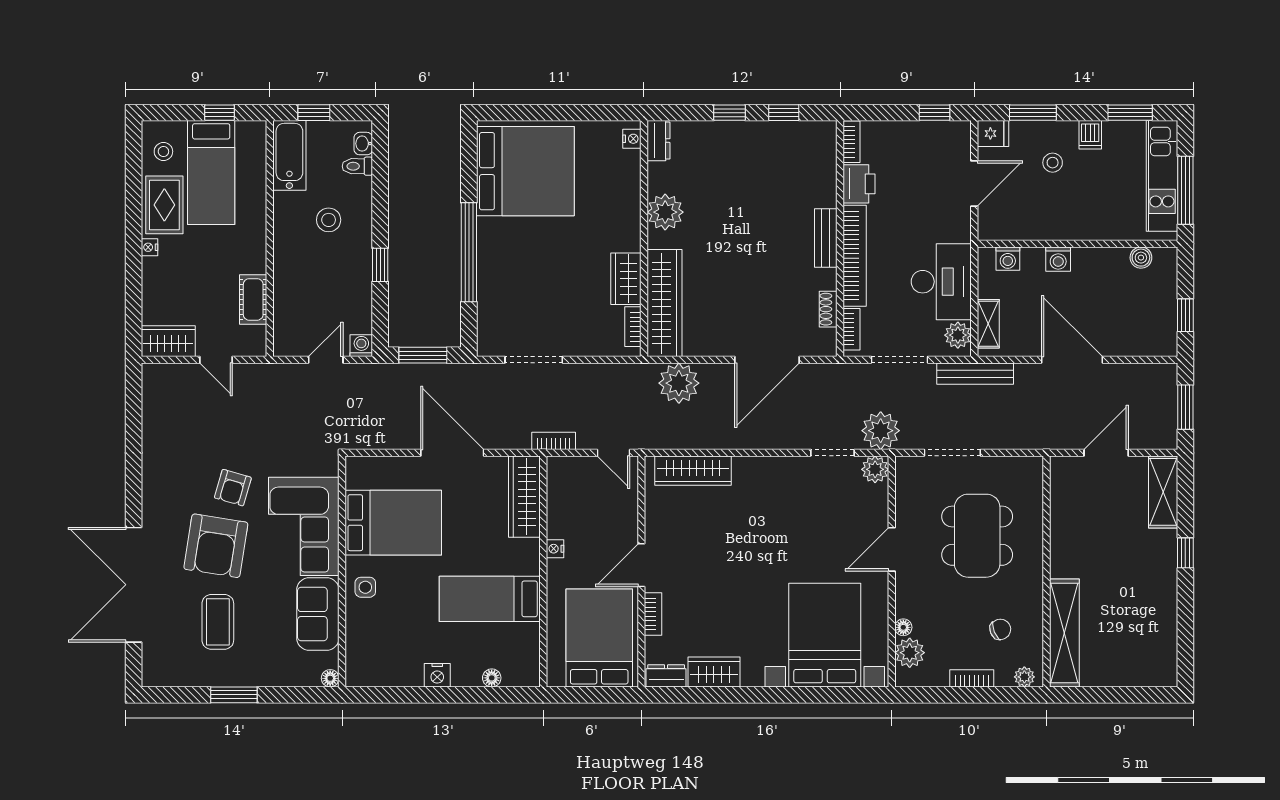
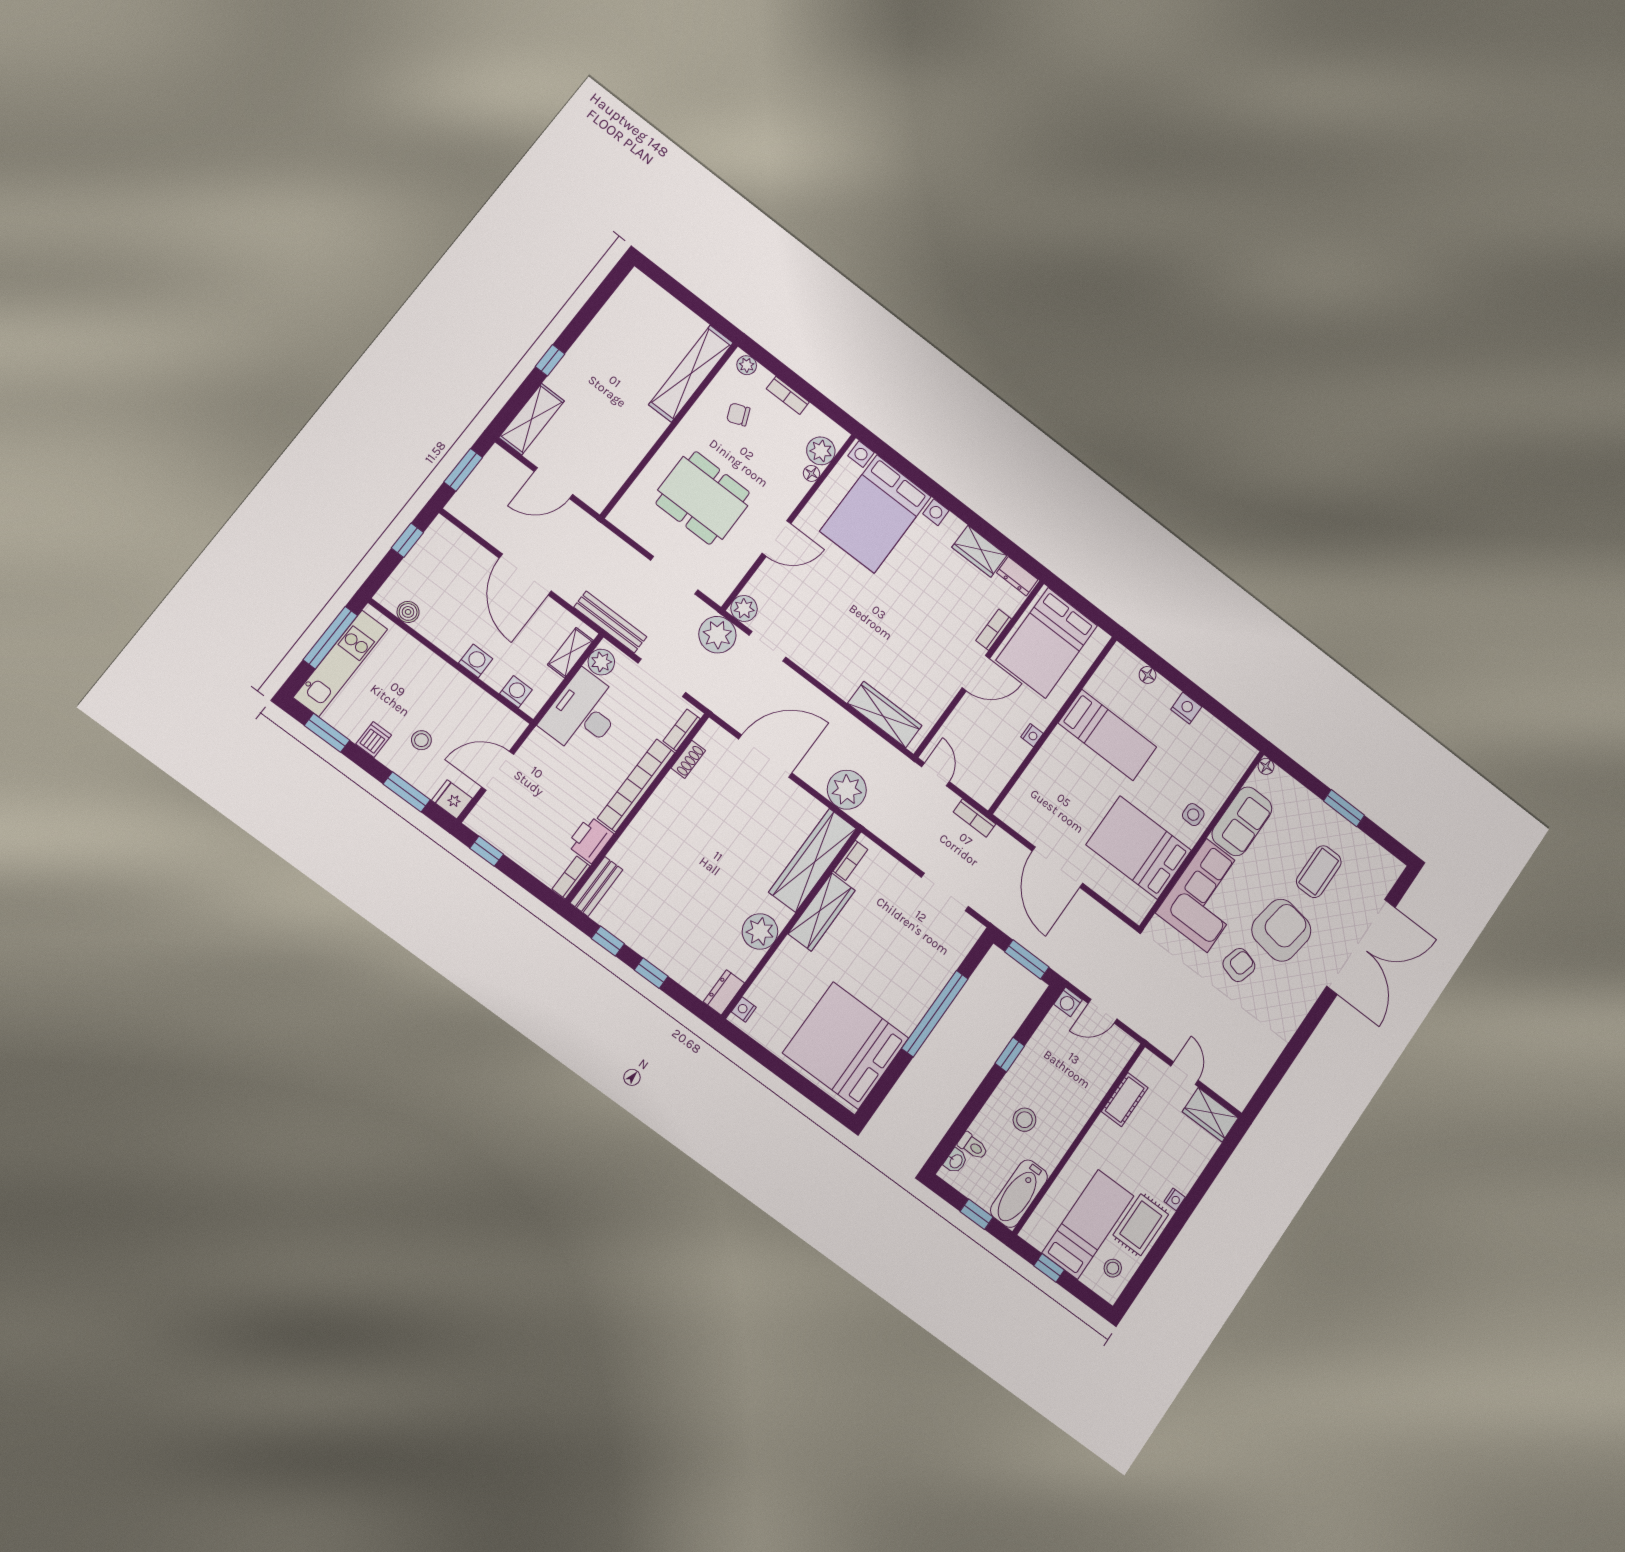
bench: (826, 238) -> (596, 886), moved
wardrobe: (626, 279) -> (821, 912), width x1.50
wardrobe: (524, 497) -> (1027, 792), removed
dining table: (977, 536) -> (703, 498), turned 90

